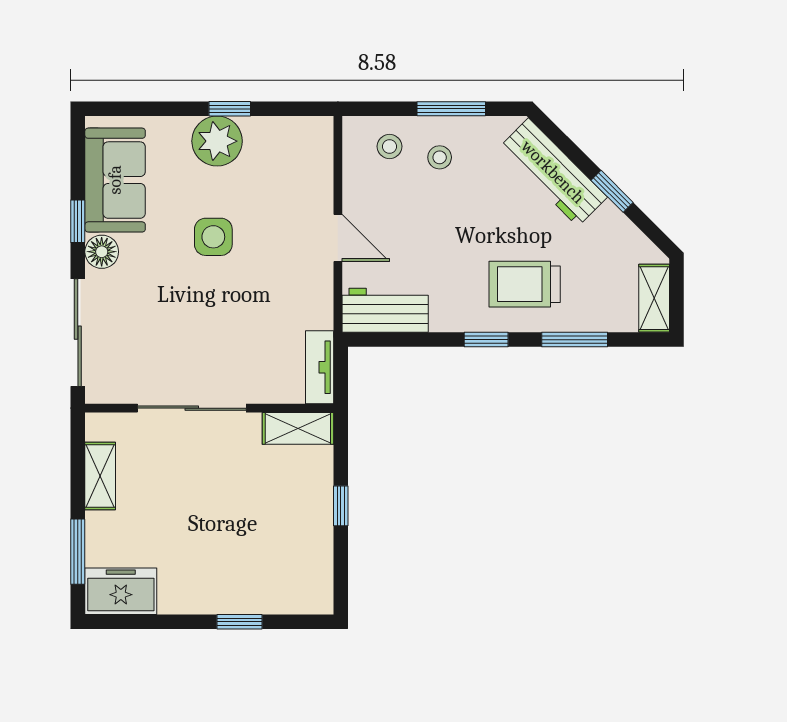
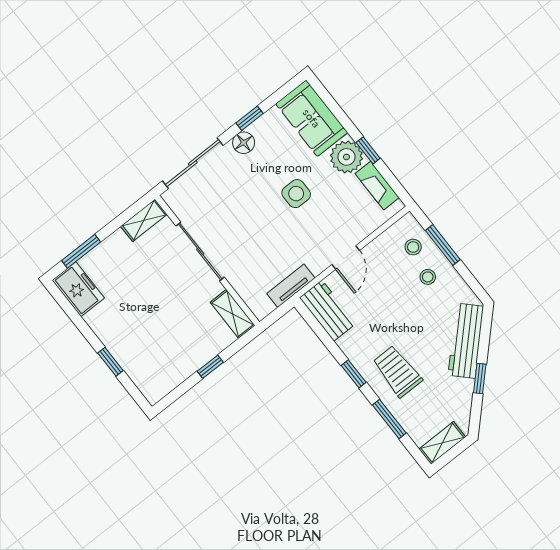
window: (451, 109) -> (443, 245), moved
fireplace: (281, 131) -> (377, 186), added
sofa: (115, 180) -> (312, 118), moved, turned 90
tv unit: (320, 367) -> (291, 286), moved
shelving: (100, 476) -> (144, 220), moved

